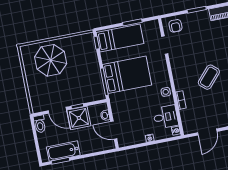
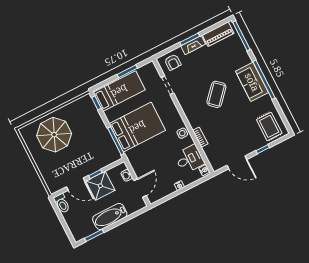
fireplace: (198, 16) -> (193, 45), added
coffee table: (209, 77) -> (216, 94), moved
door: (114, 130) -> (140, 188), swing flipped
door: (207, 132) -> (237, 162), hinge flipped
bathtub: (63, 151) -> (110, 216), moved

